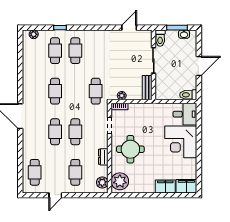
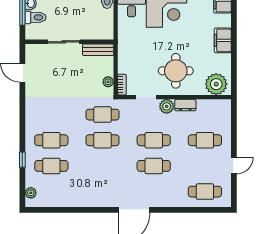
toilet: (160, 38) -> (36, 17), moved
cafe table: (55, 91) -> (103, 140), moved
plant: (102, 182) -> (167, 106), moved
filing cabinet: (165, 187) -> (223, 40), moved
door: (55, 195) -> (234, 165), hinge flipped

